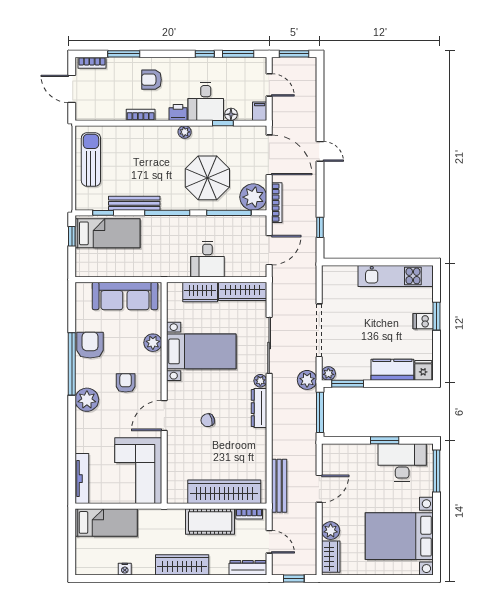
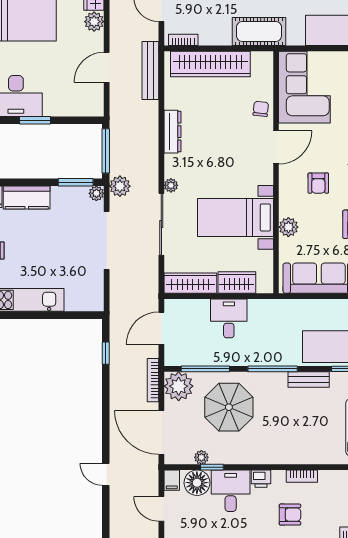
floor lamp: (231, 114) -> (197, 483), width x1.89, depth x1.89
plant: (185, 132) -> (201, 457), moved
door: (320, 151) -> (106, 474), moved
bench: (134, 203) -> (309, 379), width x0.73
dresser: (259, 408) -> (172, 132), moved
chair: (208, 420) -> (261, 109), moved, turned -70
cot: (210, 522) -> (259, 31), moved

